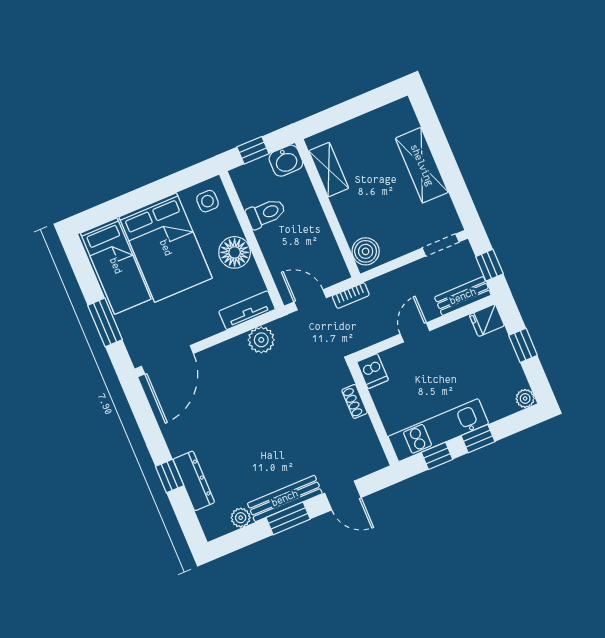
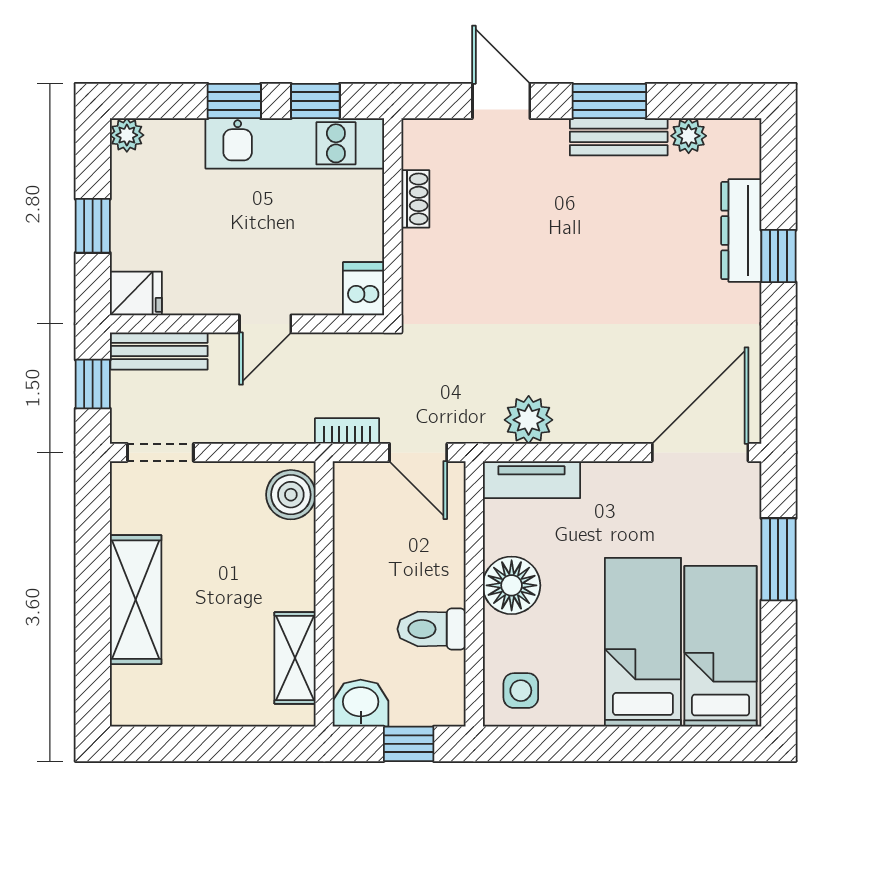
bed: (166, 248) -> (643, 642), width x0.67
shoe rack: (355, 401) -> (415, 199), moved
bench: (285, 498) -> (619, 137), width x0.73

